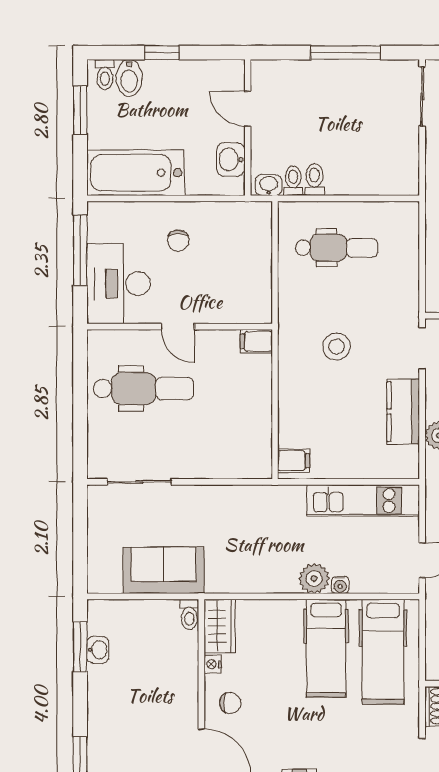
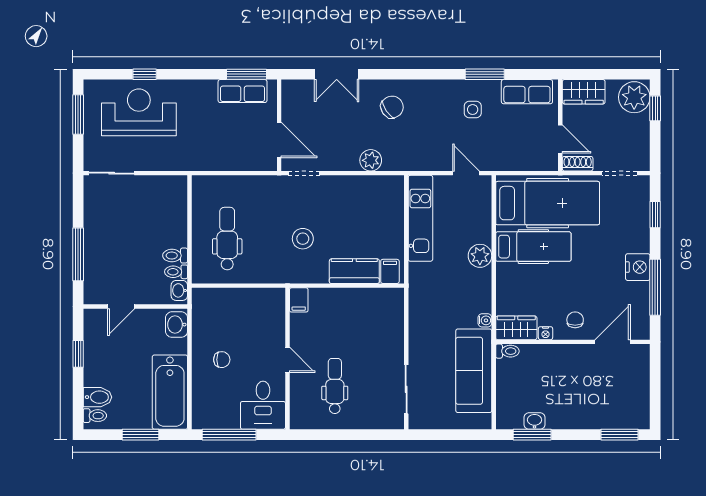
window: (162, 53) -> (78, 354), moved
window: (345, 53) -> (78, 254), moved
window: (80, 110) -> (140, 435), moved
washbasin: (231, 160) -> (177, 325), moved, turned 90
desk: (119, 284) -> (263, 405), width x0.73
door: (178, 327) -> (287, 360), hinge flipped
dental chair: (144, 389) -> (335, 386), width x0.73, depth x0.72
kitchen counter: (403, 411) -> (354, 271), moved, turned 180
sofa: (164, 570) -> (474, 371), width x1.36
water cooler: (340, 585) -> (485, 320), moved
hospital bed: (383, 652) -> (548, 203), width x1.37, depth x1.29

